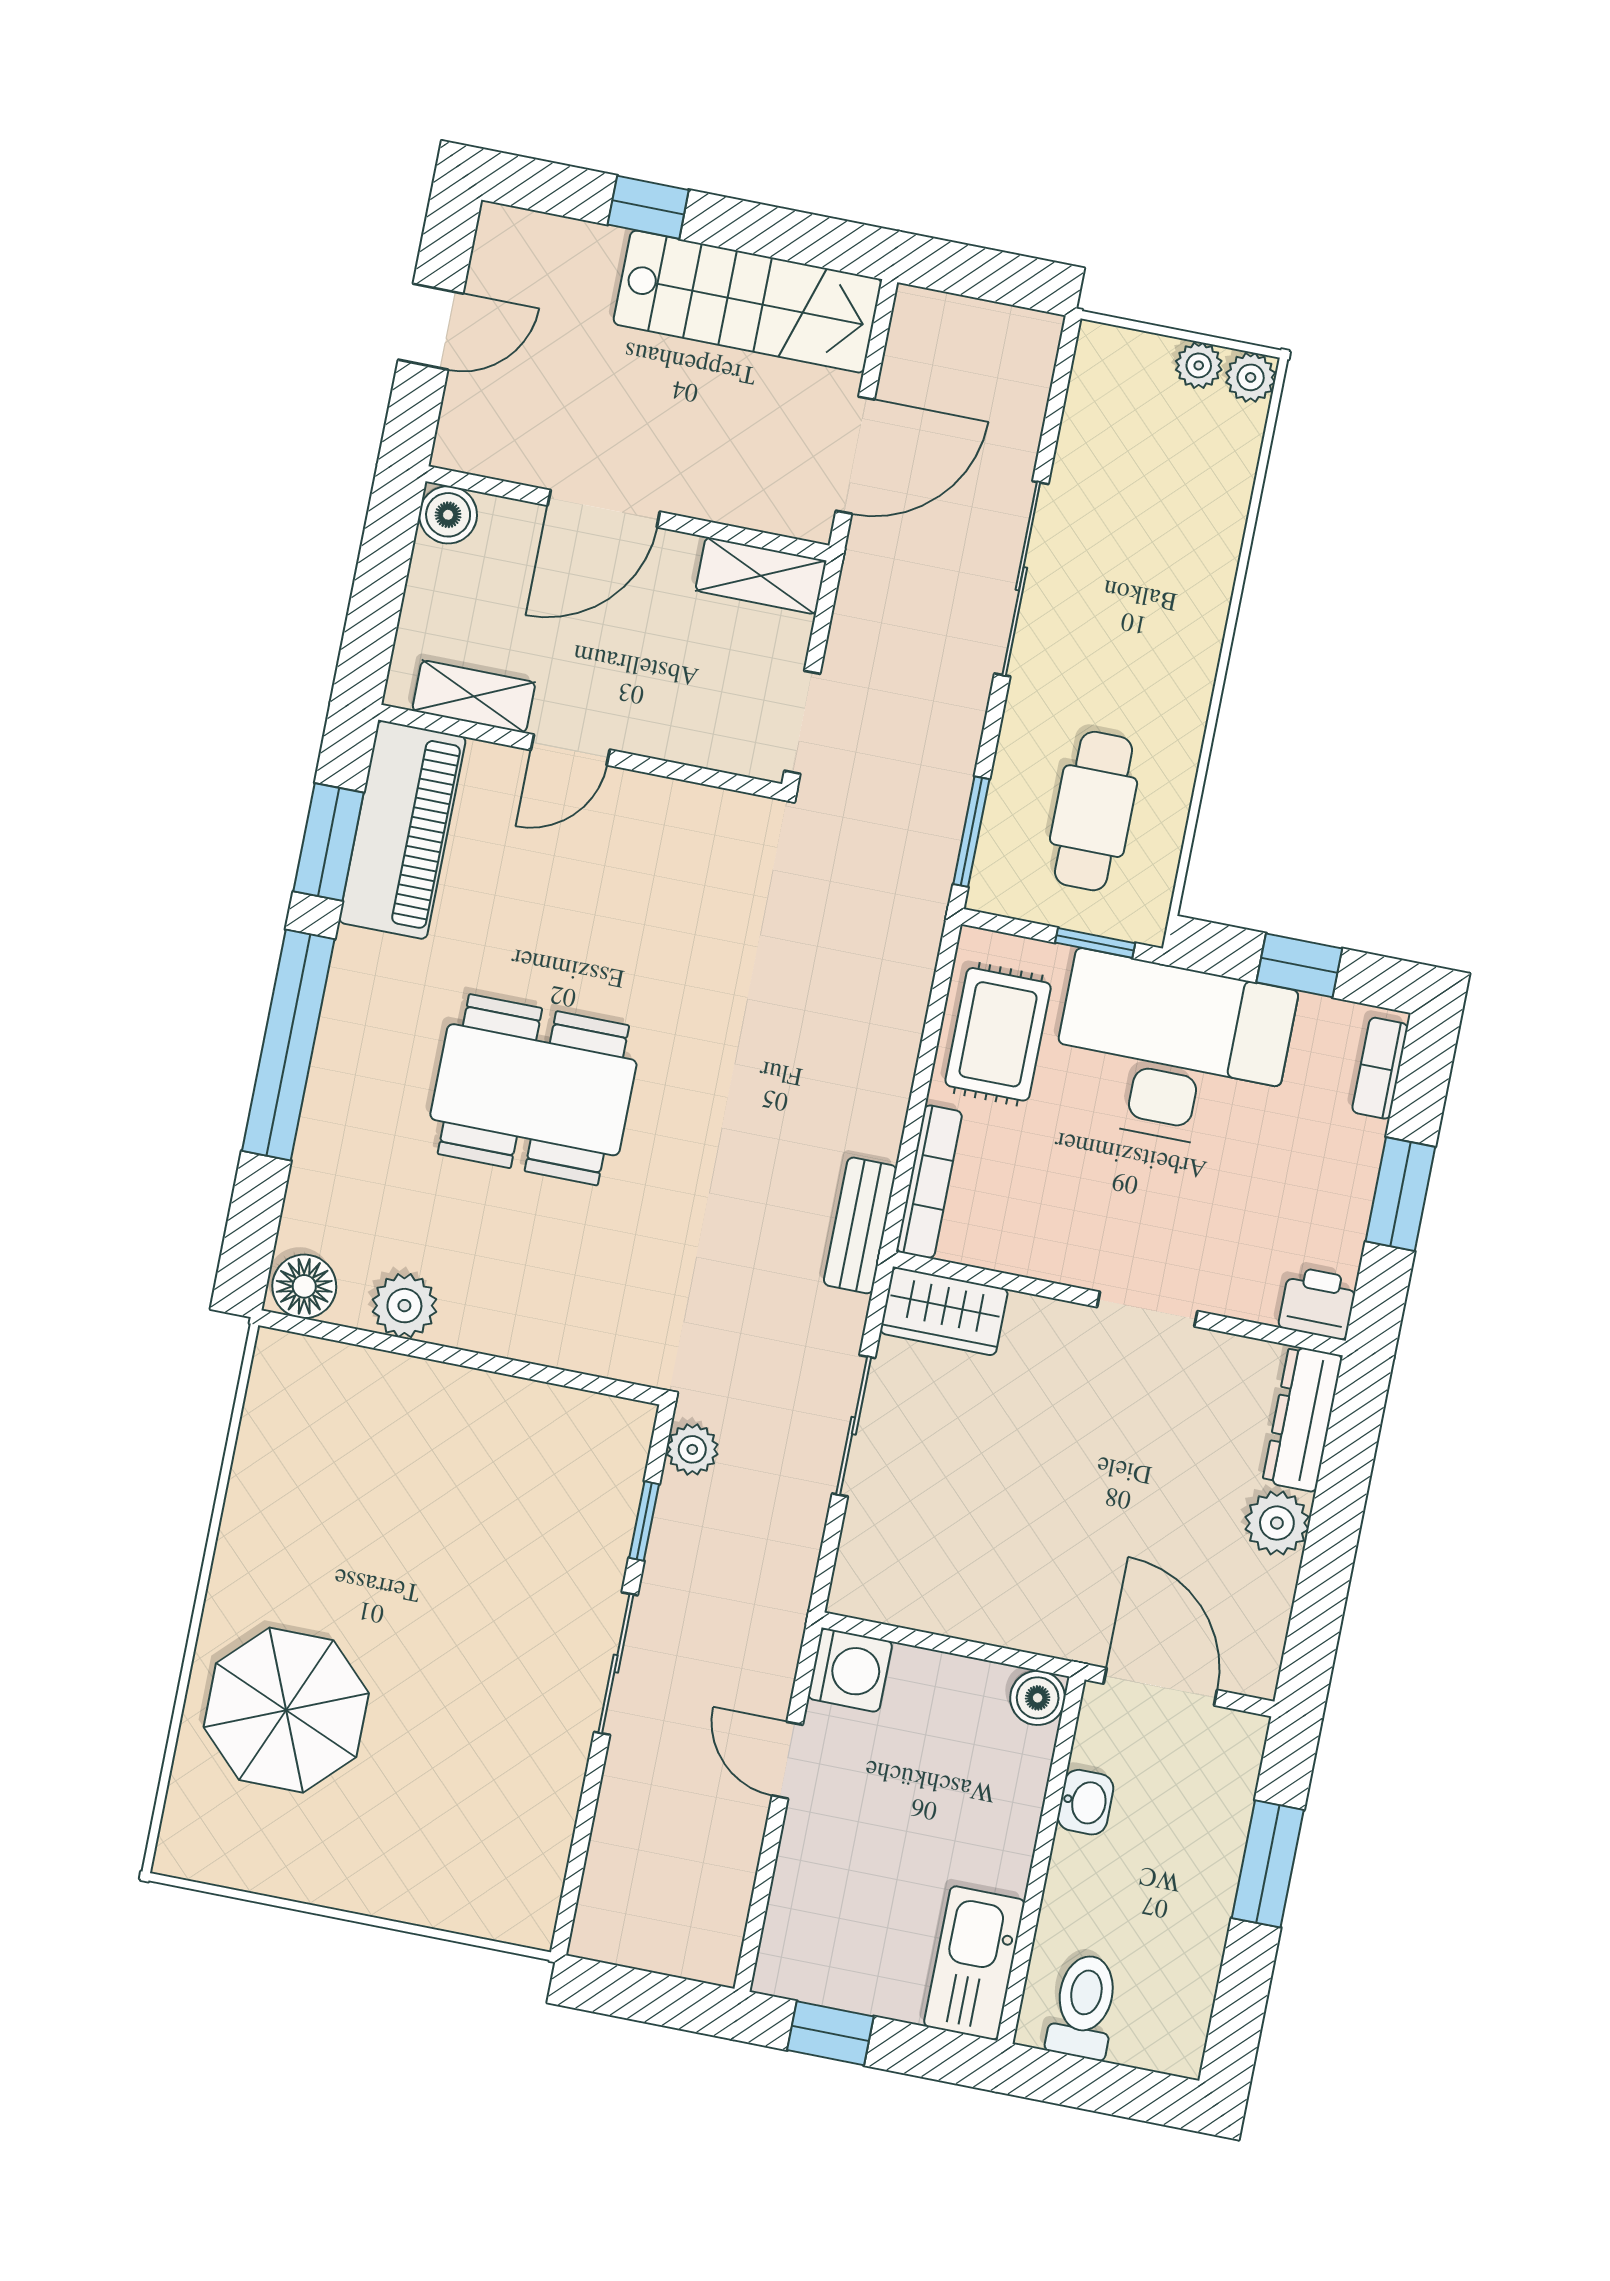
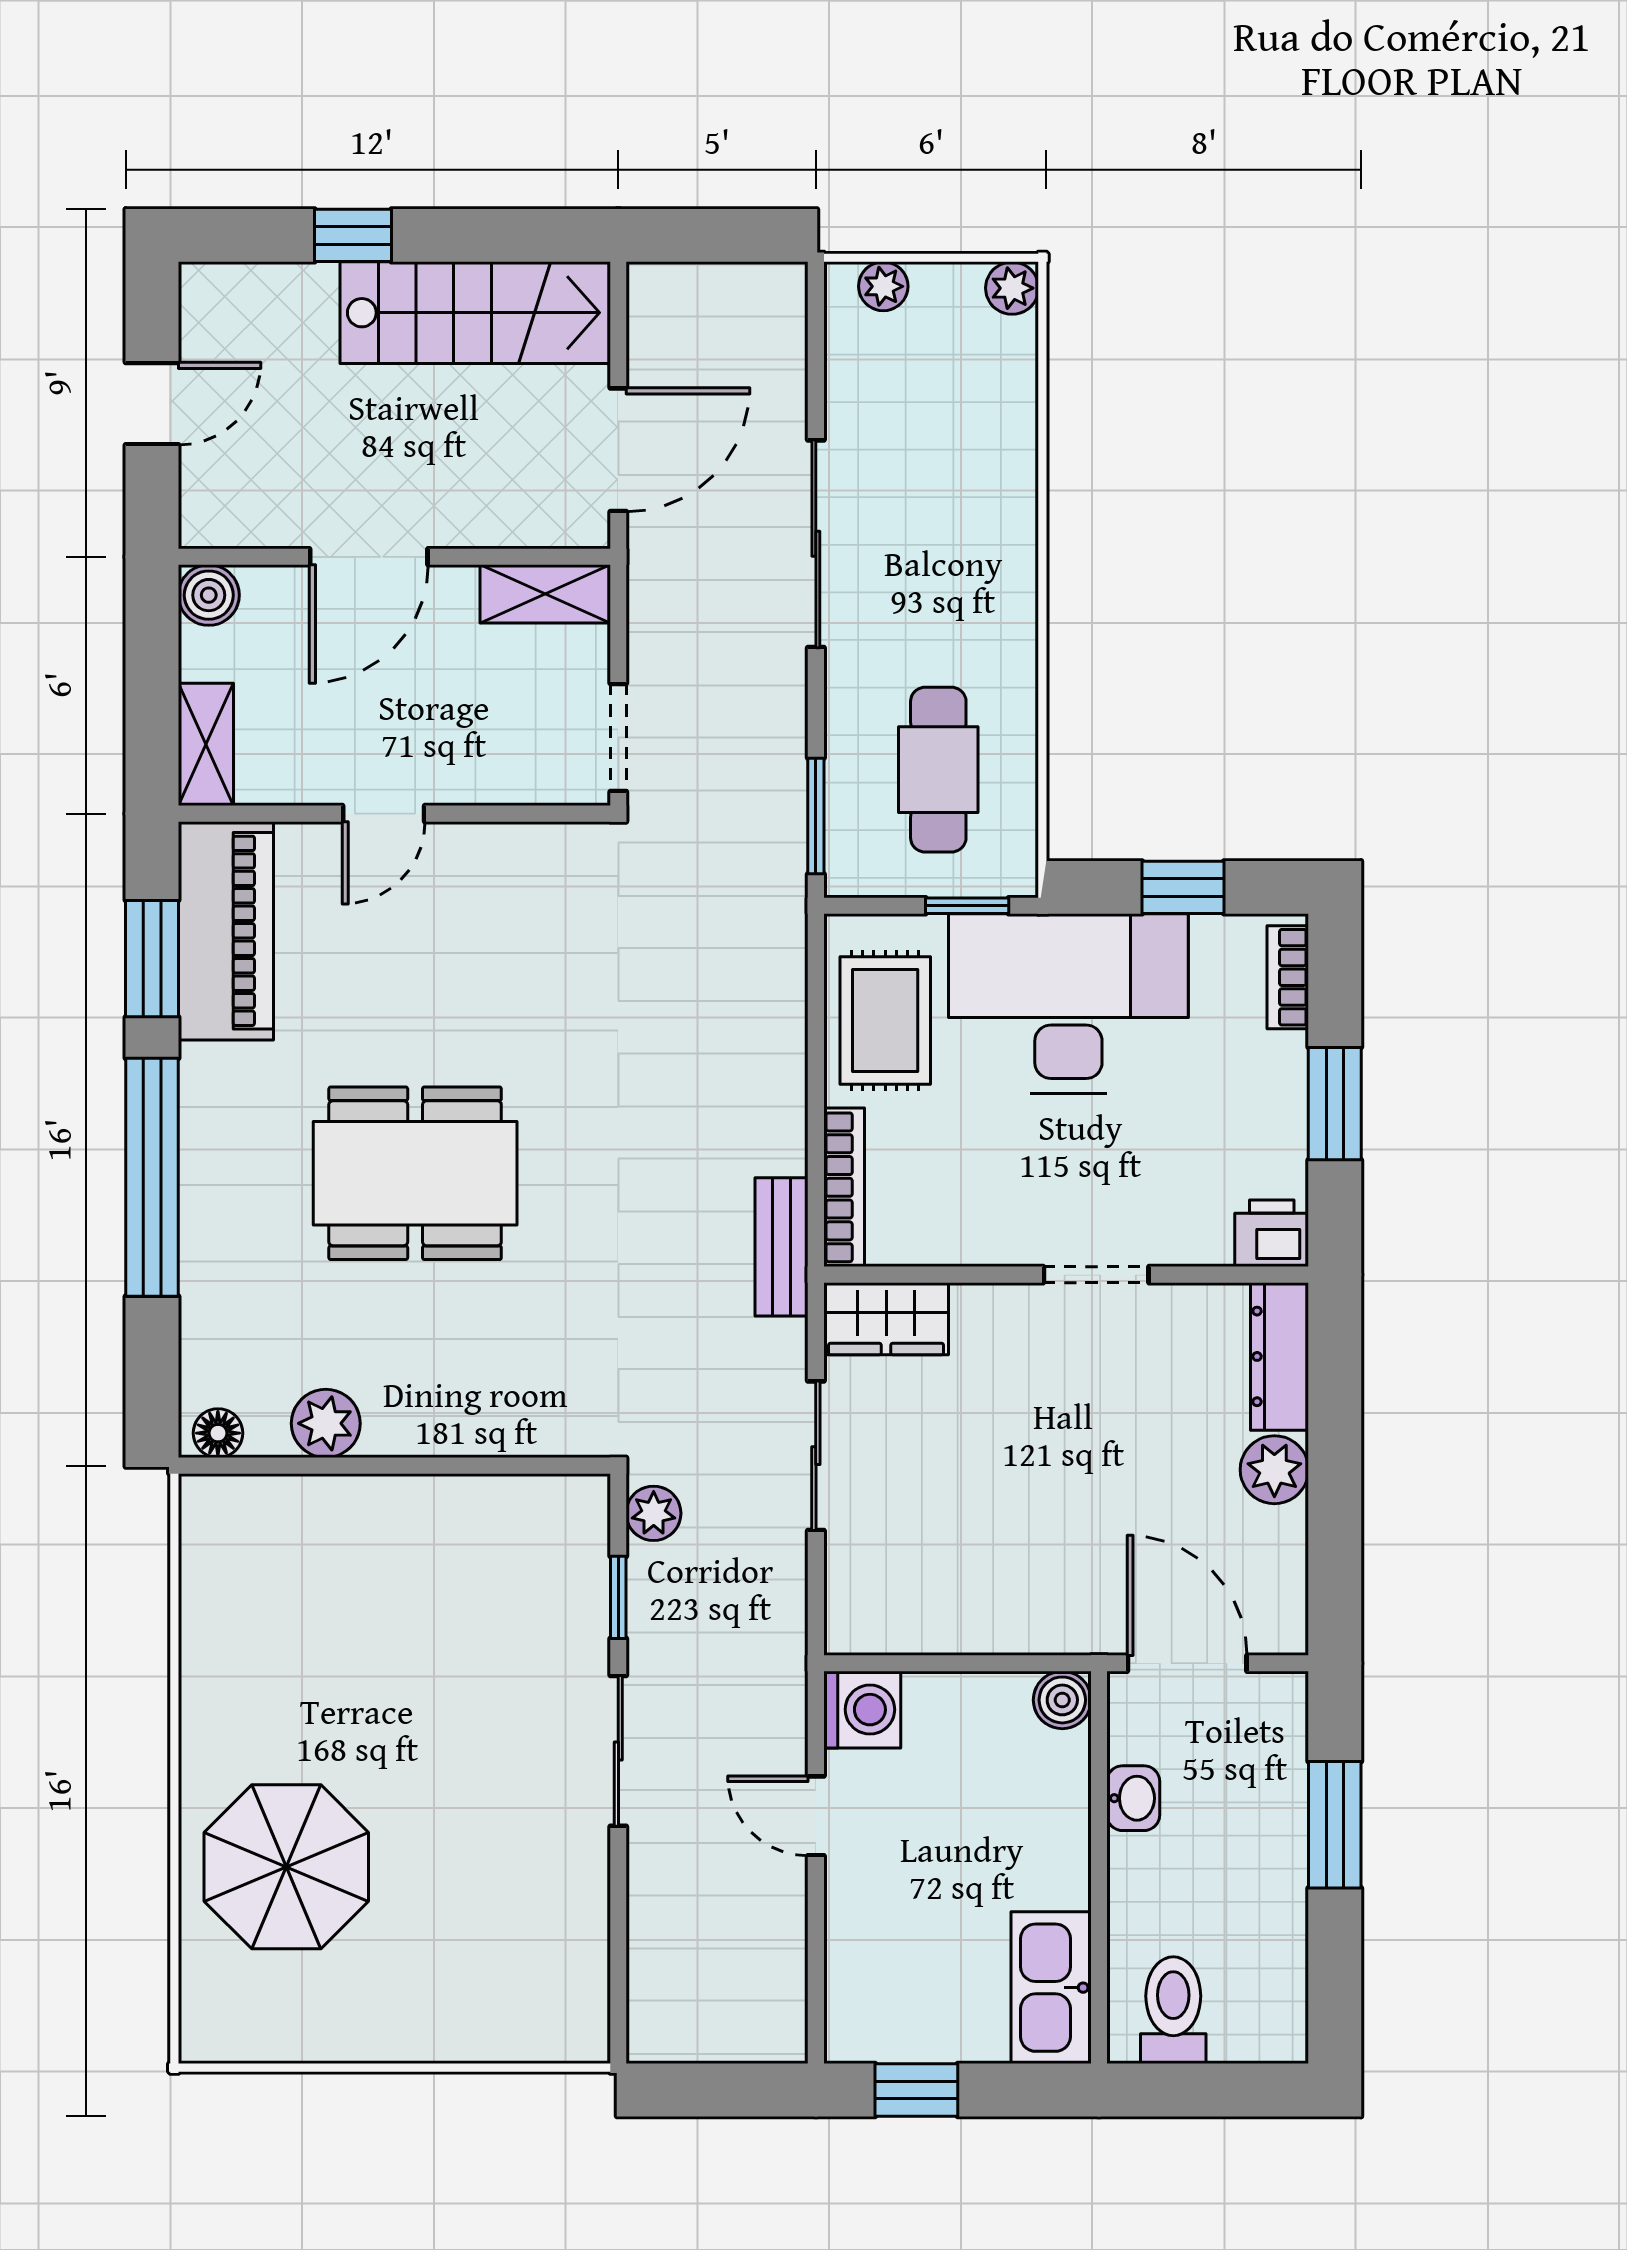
plant: (1199, 365) -> (883, 286), moved
shelving: (474, 697) -> (206, 744), moved, turned 90
floor lamp: (304, 1286) -> (218, 1433), width x0.73, depth x0.73

